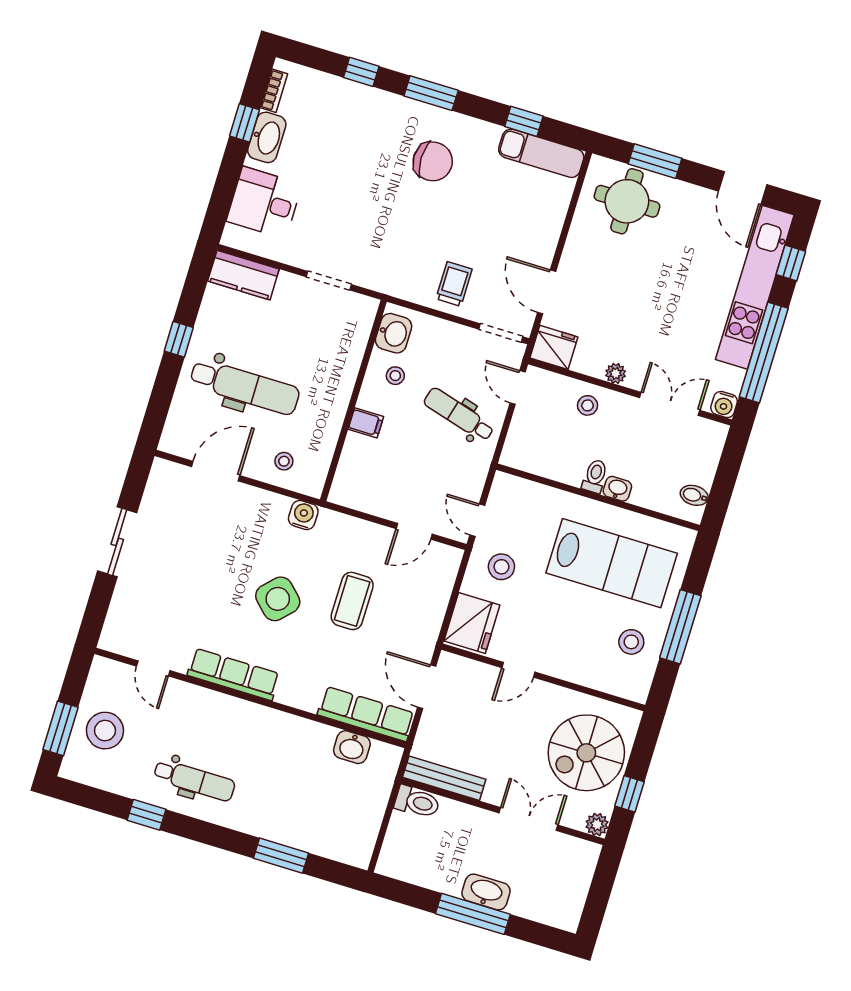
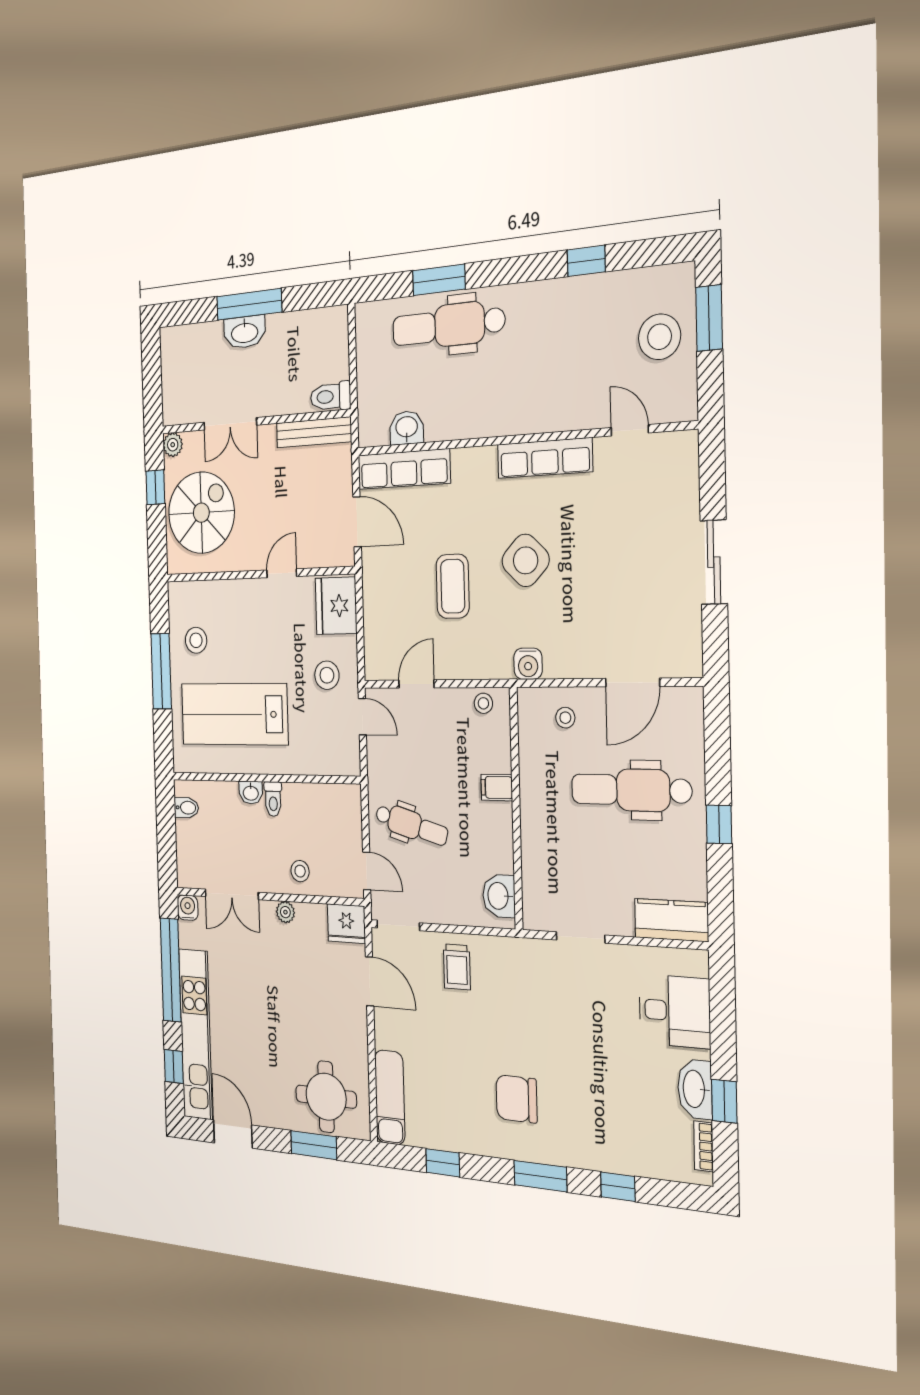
exam couch: (541, 153) -> (390, 1097), moved, turned 90
stool: (395, 376) -> (483, 703), moved
dental chair: (194, 780) -> (448, 325), moved, width x1.36, depth x1.38

